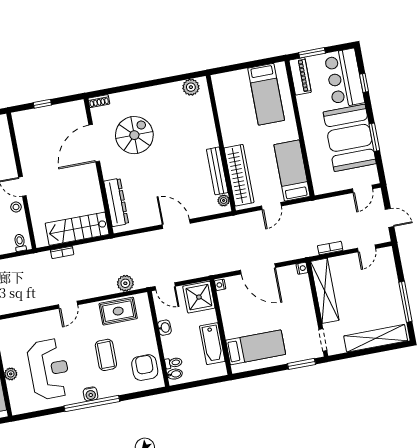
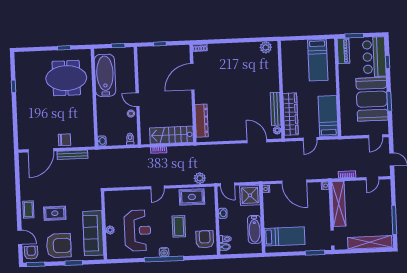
spiral stairs: (134, 135) -> (221, 75), removed
door: (176, 224) -> (257, 141), moved

